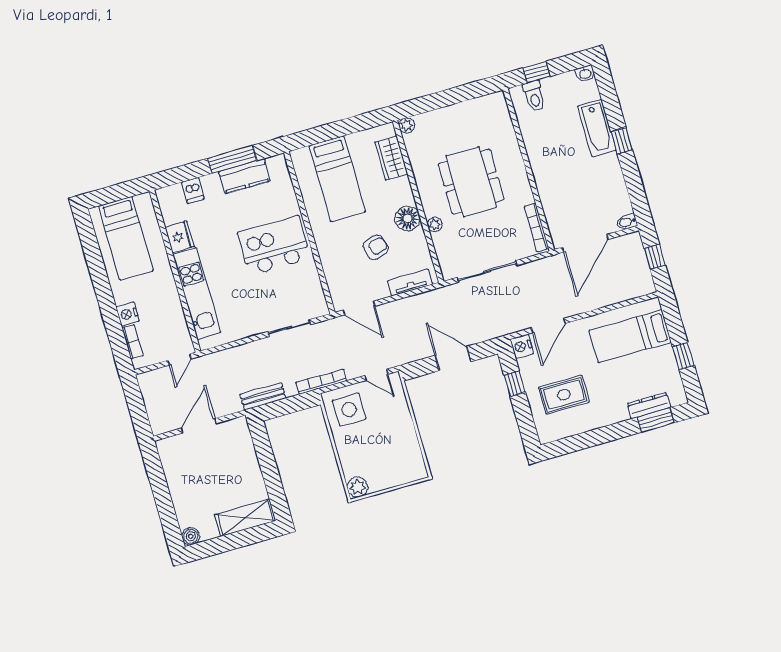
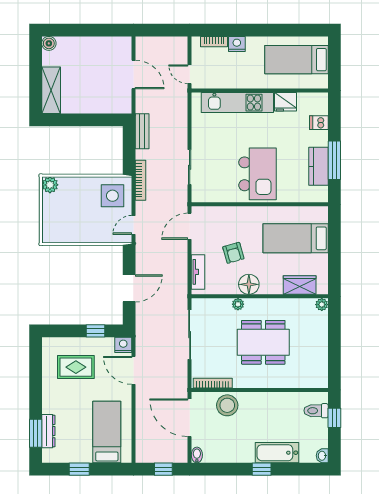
stool: (558, 203) -> (227, 405), added
rug: (564, 395) -> (76, 367), turned 90

